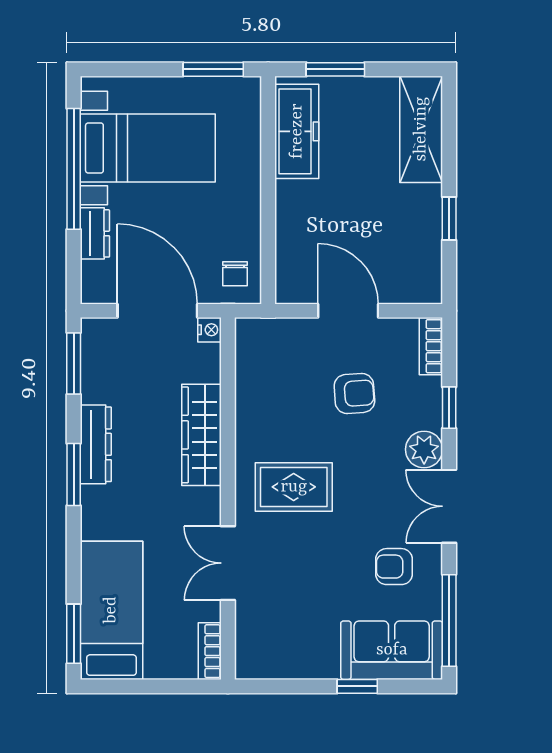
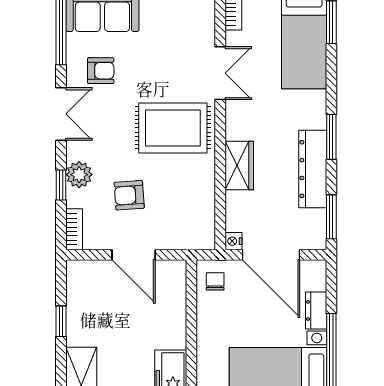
wardrobe: (202, 435) -> (239, 165), width x0.67
dresser: (96, 444) -> (313, 169), width x1.37, depth x1.24
plant: (424, 449) -> (79, 175), moved
rug: (294, 487) -> (173, 128), width x1.36, depth x1.43

